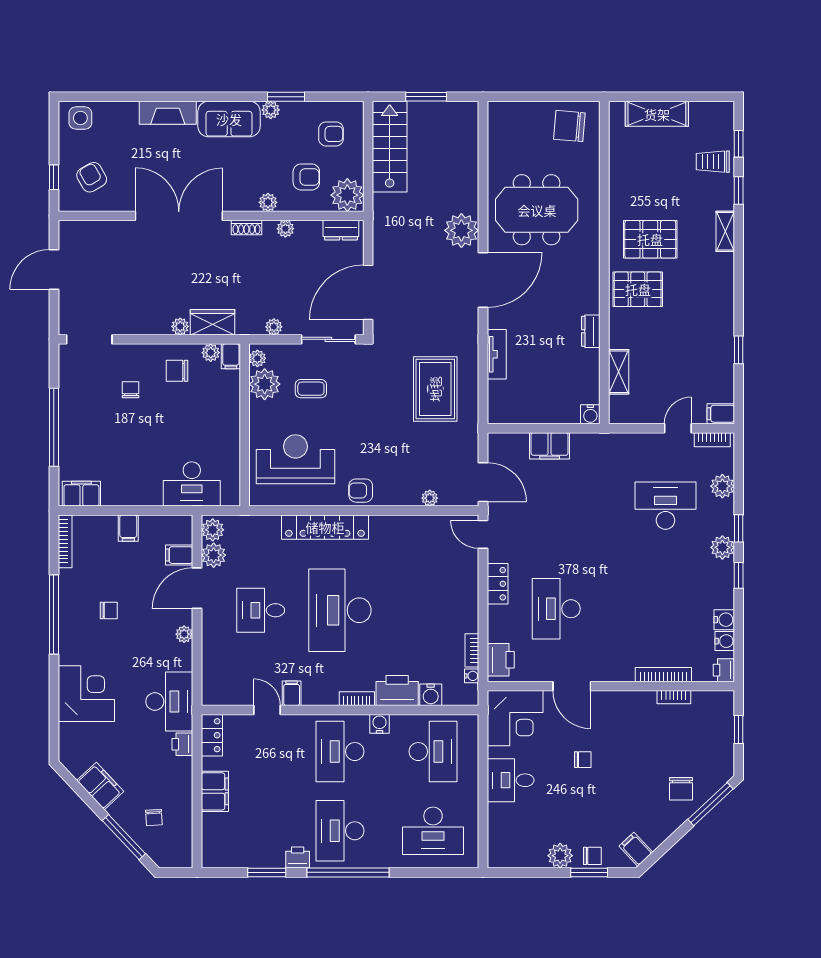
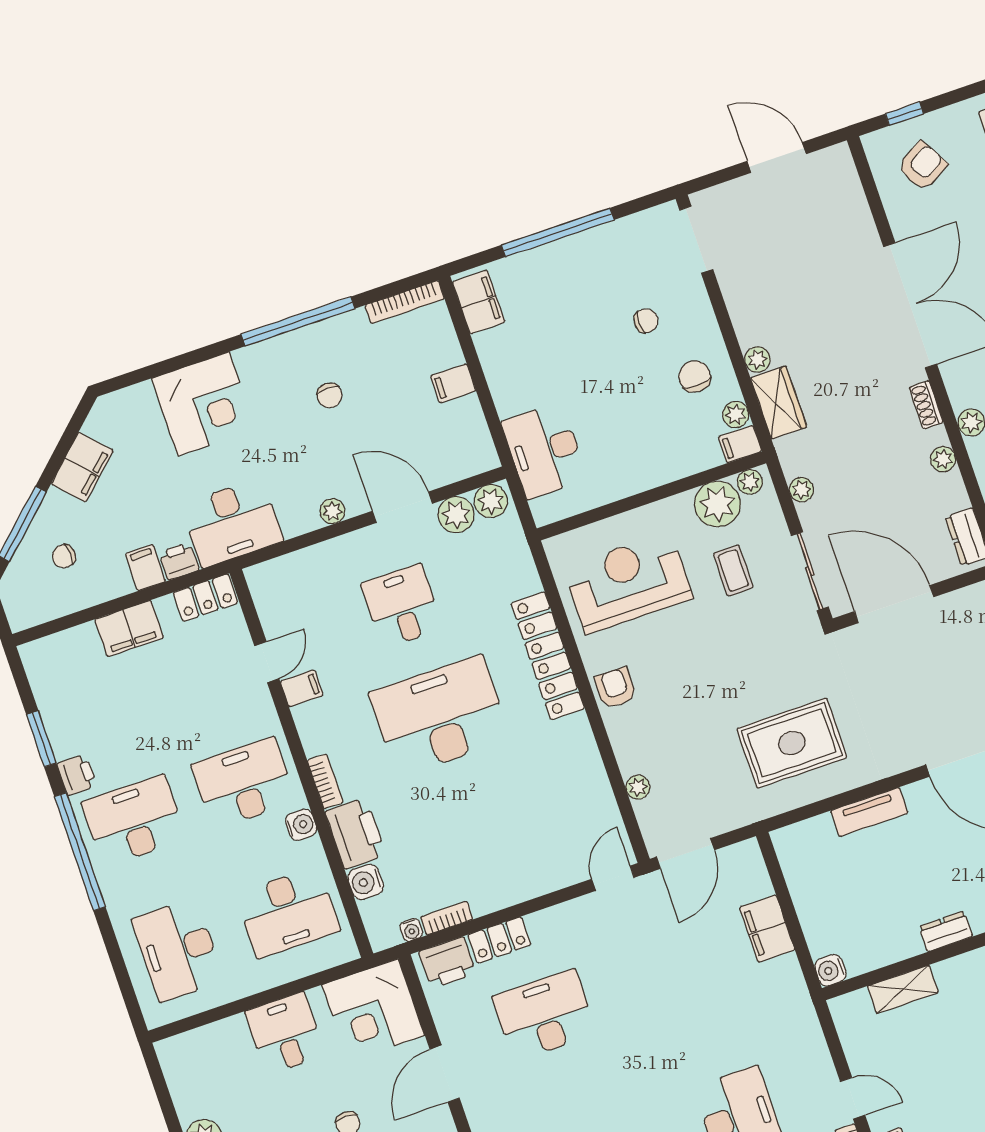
reception desk: (295, 459) -> (628, 583), turned -90
filing cabinet: (179, 555) -> (145, 568), moved
locker: (498, 584) -> (499, 940), moved

